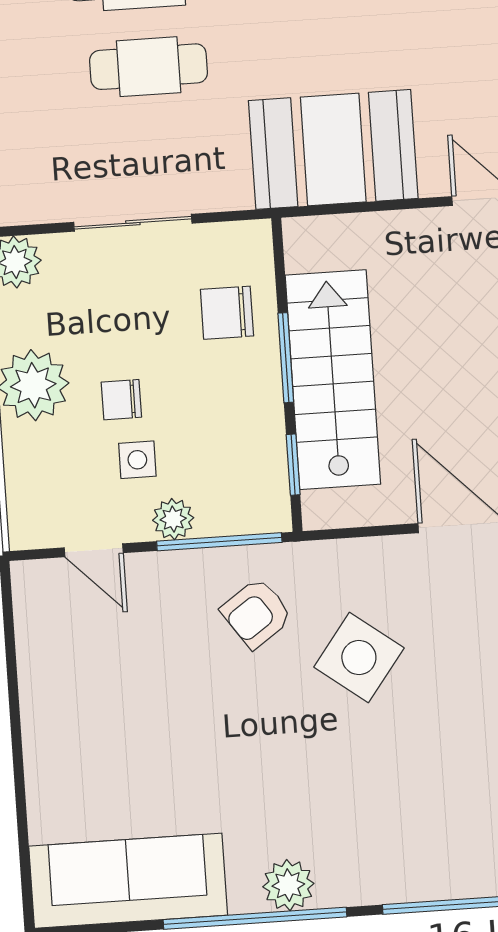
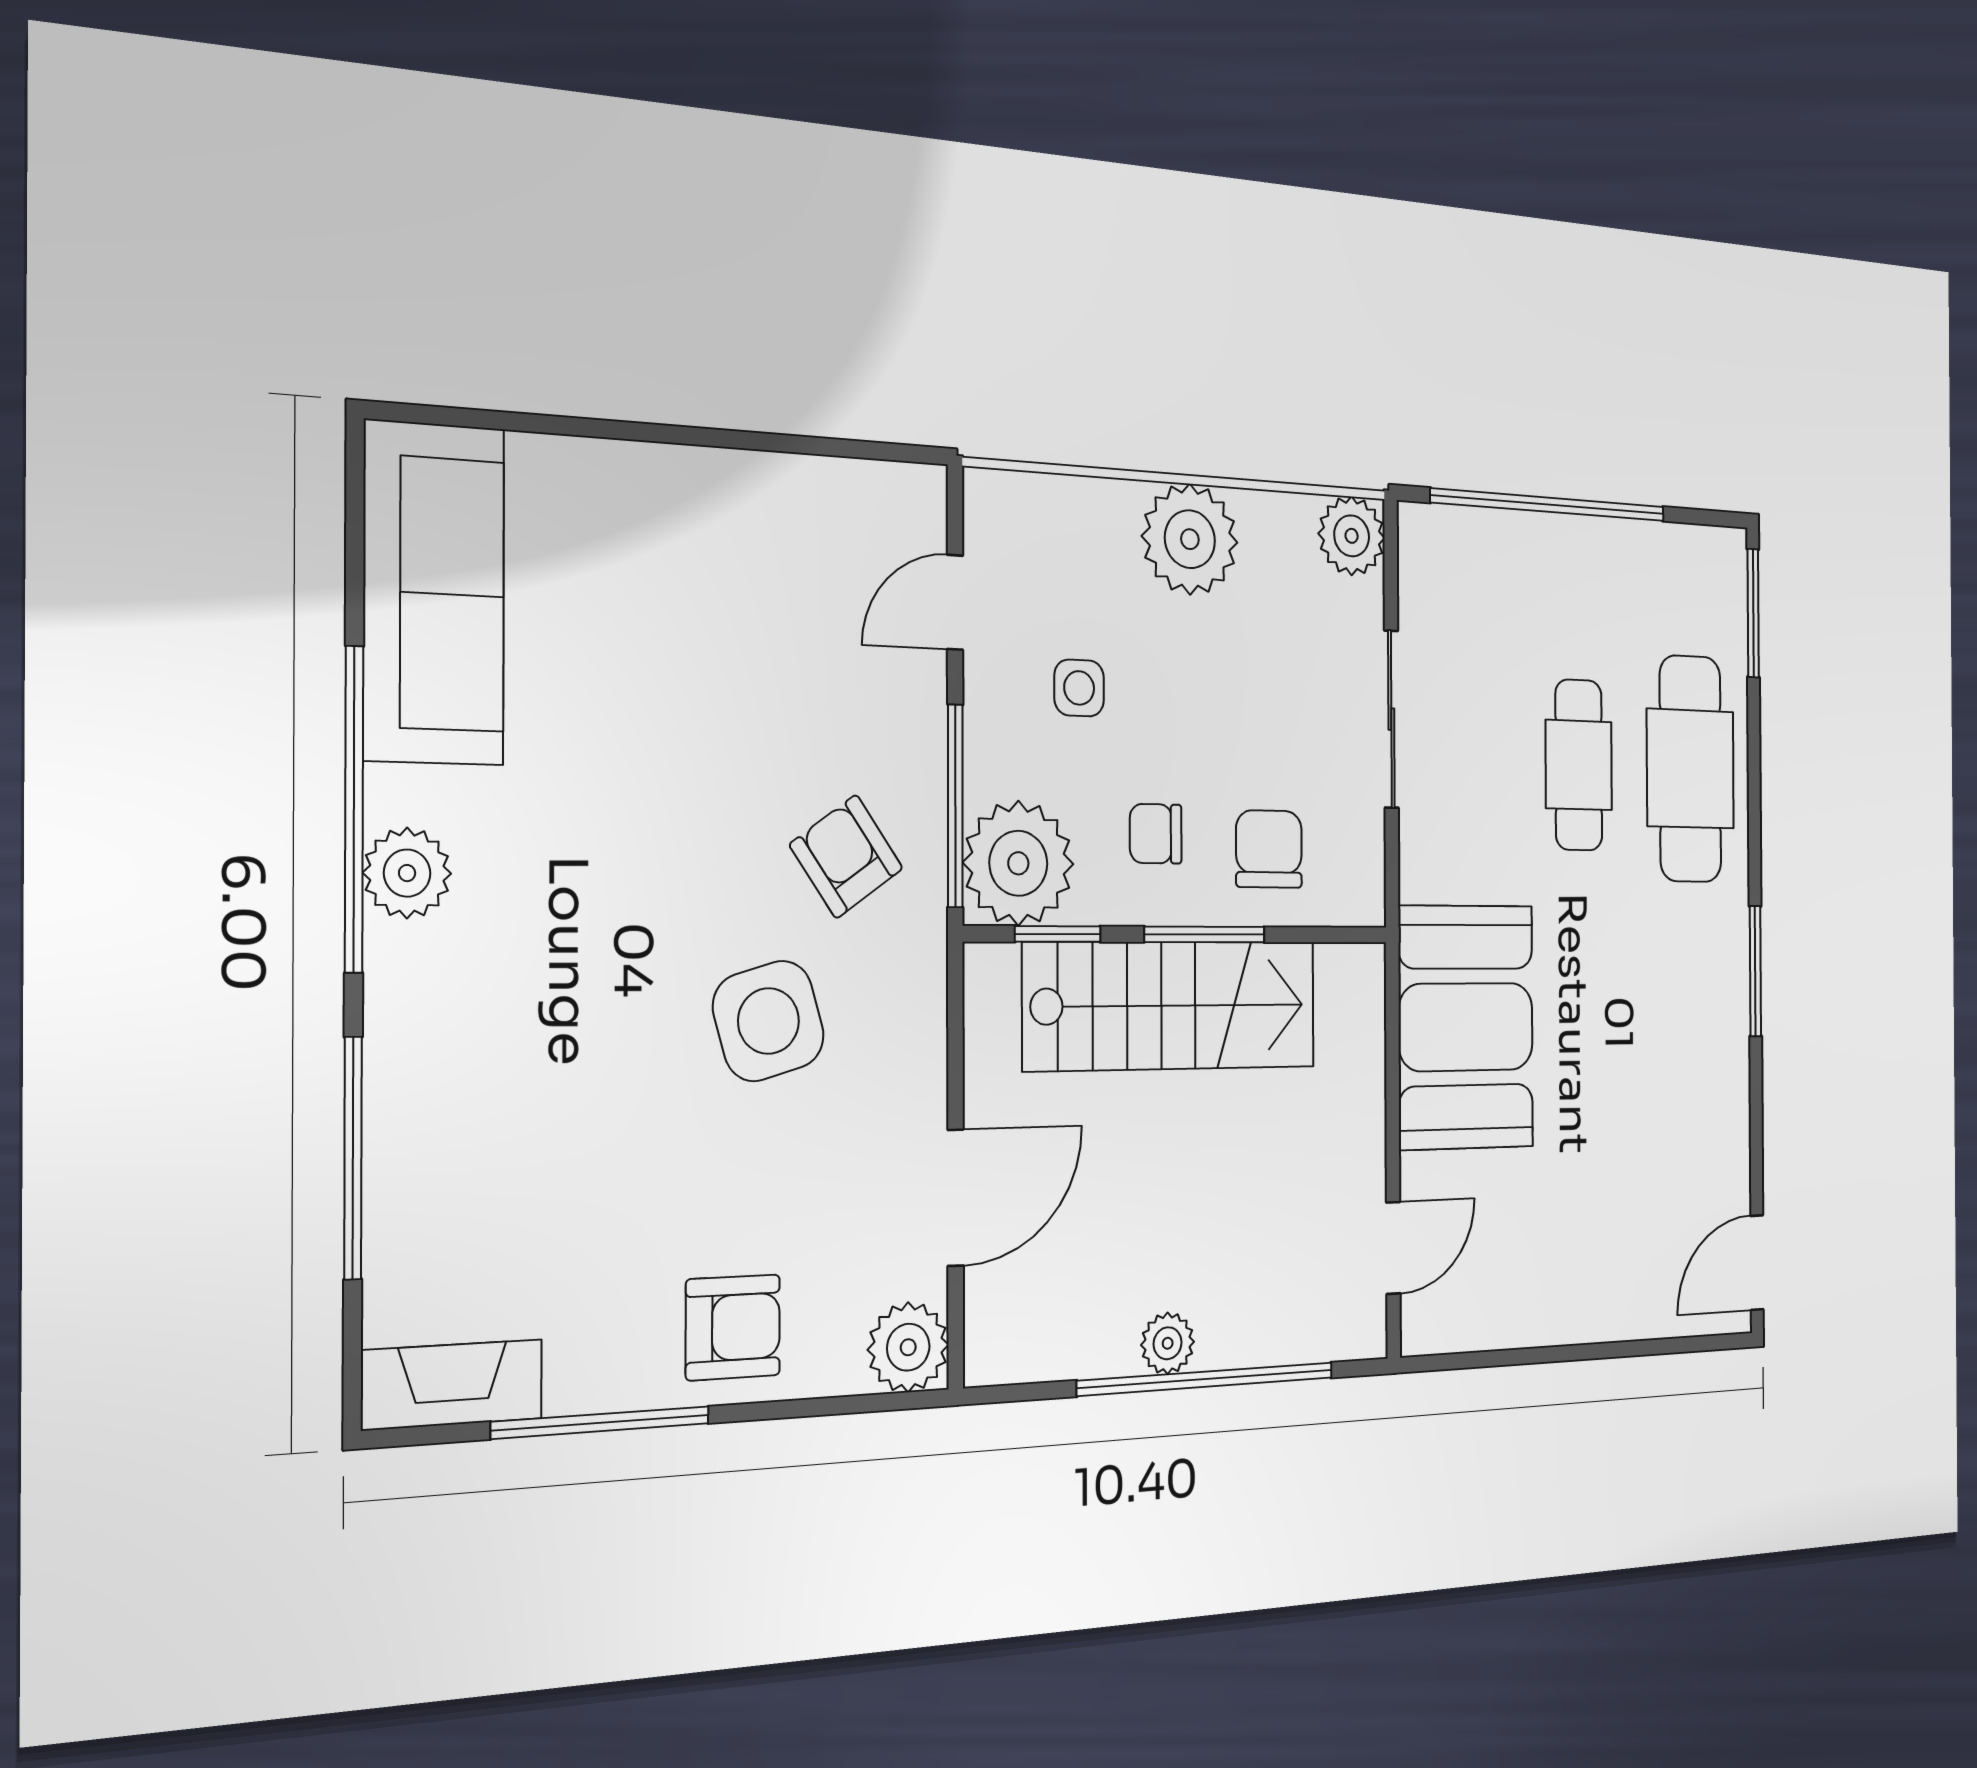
chair: (121, 400) -> (1156, 834), moved, turned -90
plant: (173, 519) -> (1018, 863), moved, width x1.88, depth x1.88
side table: (359, 658) -> (768, 1021), turned 37

